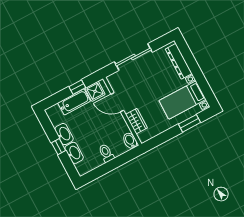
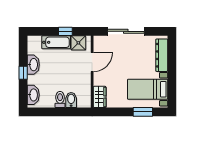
door: (117, 102) -> (92, 62), swing flipped
wardrobe: (136, 121) -> (100, 97), moved
bidet: (130, 141) -> (71, 100), moved
washbasin: (74, 153) -> (33, 95), moved

